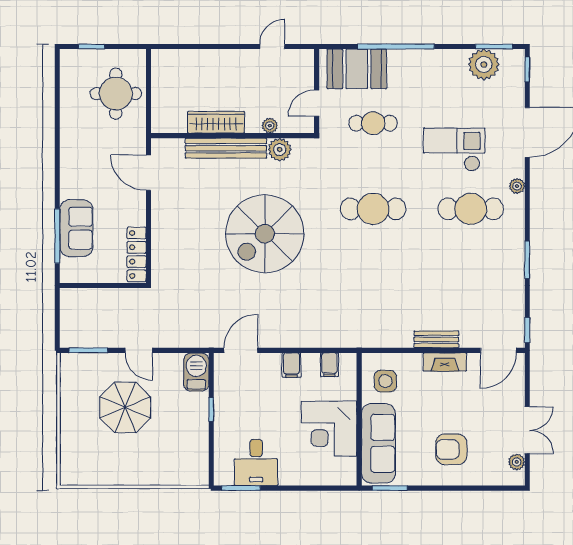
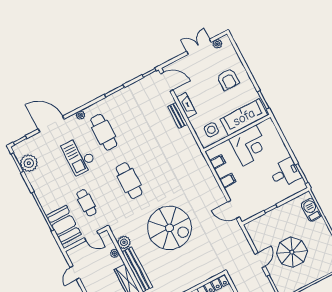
door: (272, 47) -> (75, 273), hinge flipped
barbecue: (196, 372) -> (311, 210), moved, turned 90

